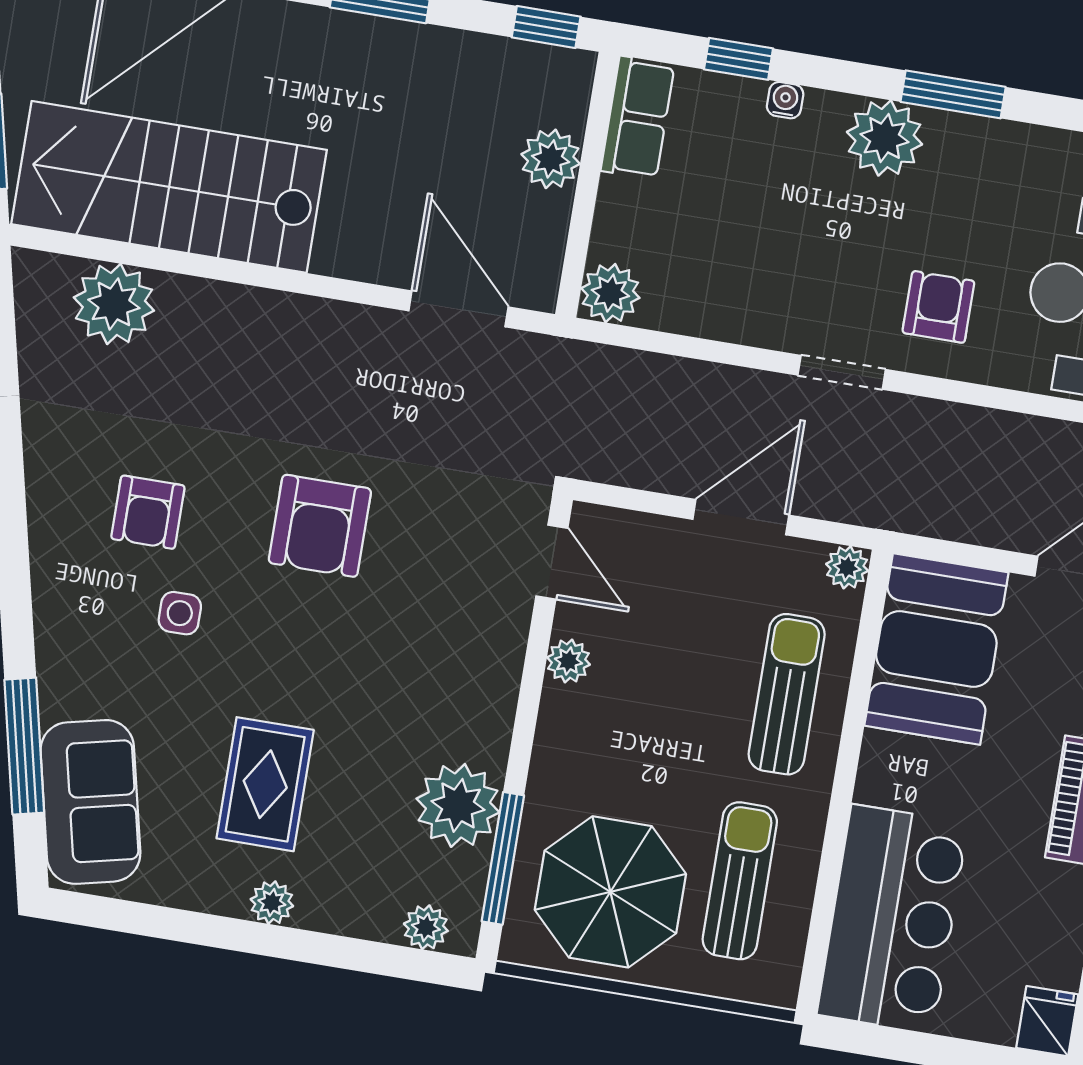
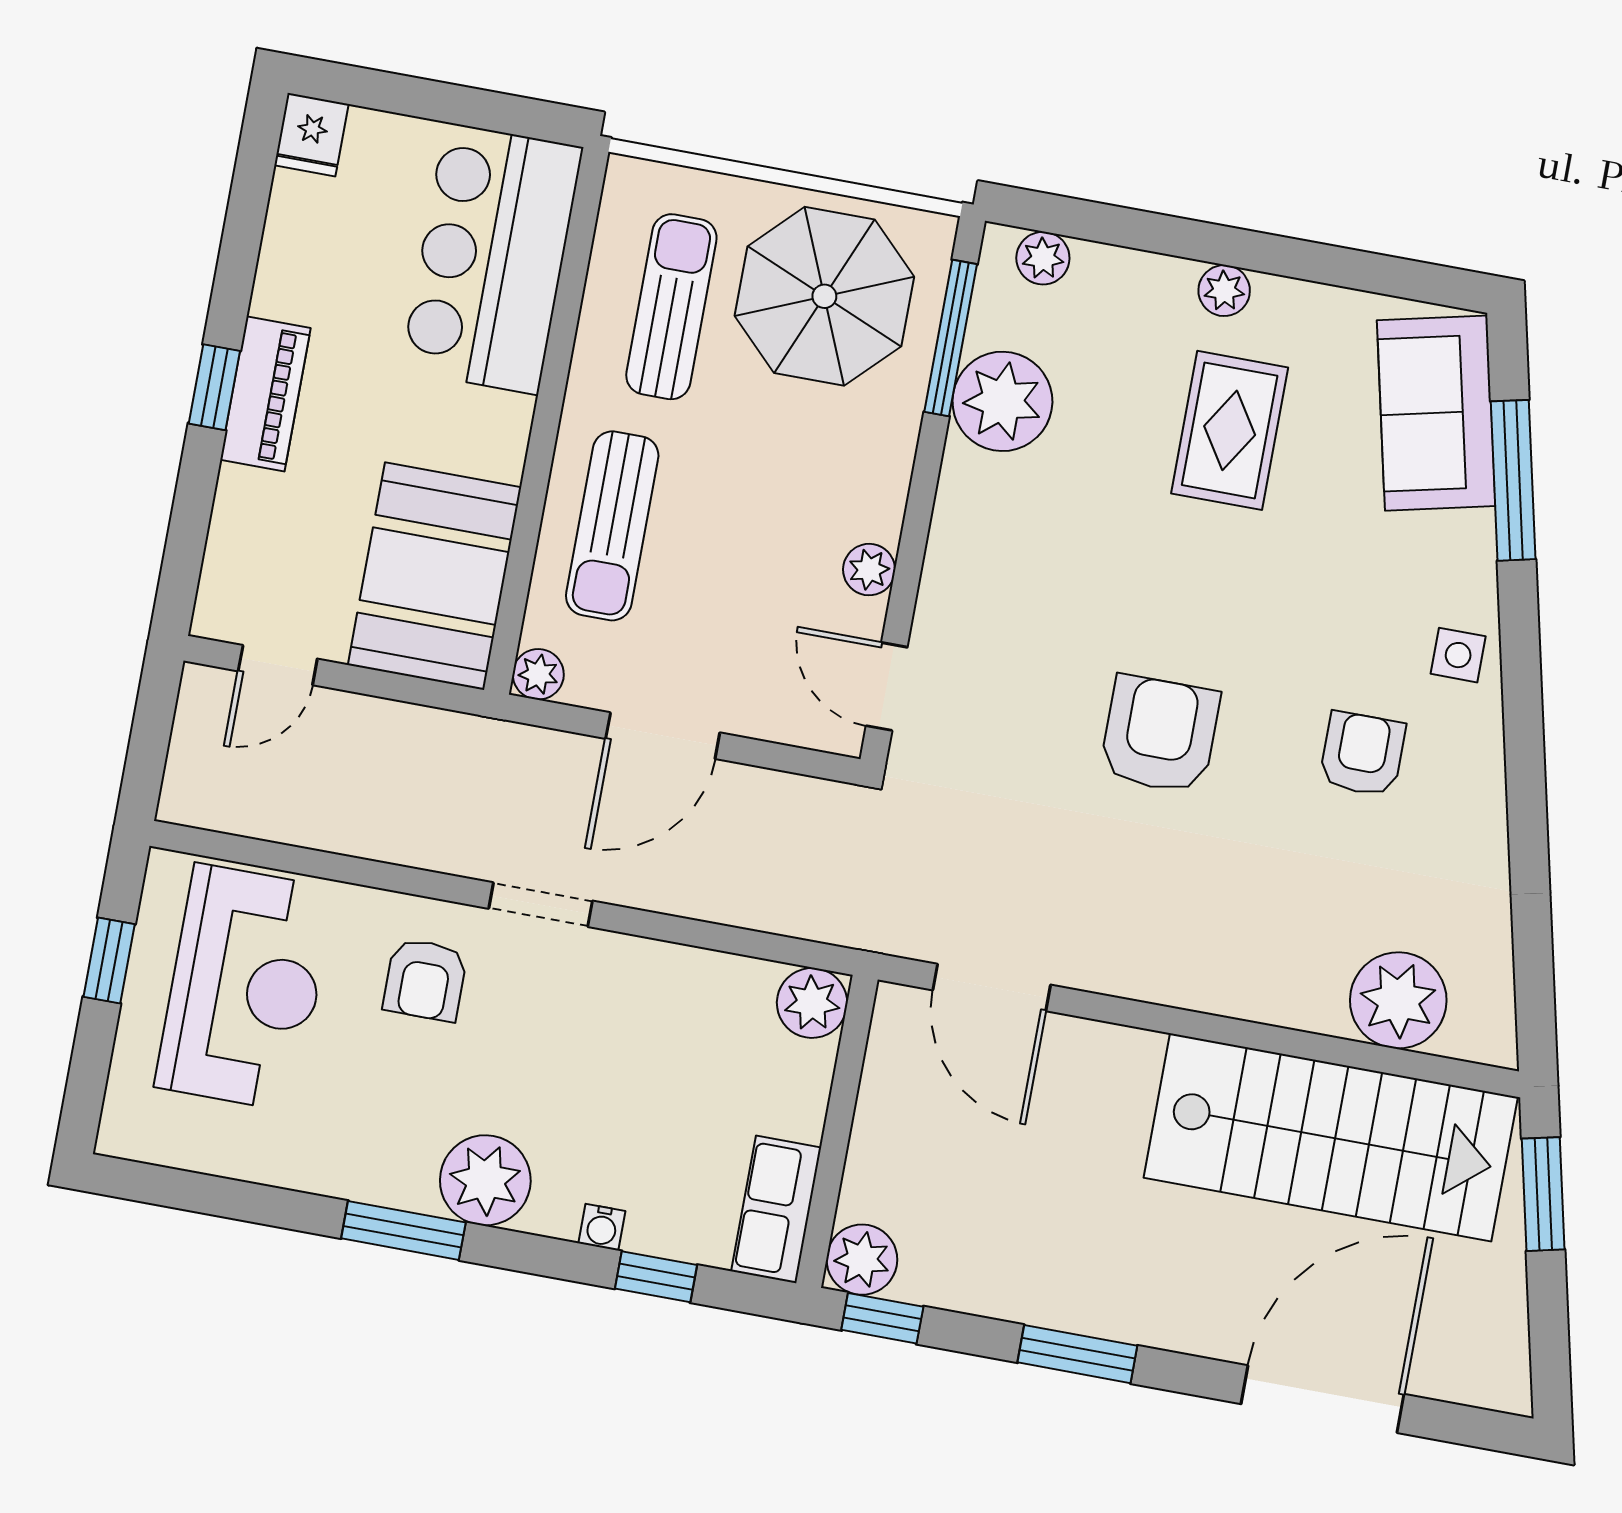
plant: (551, 159) -> (862, 1260), moved
side table: (180, 613) -> (1458, 655), moved
sun lounger: (740, 881) -> (671, 307), turned 180

